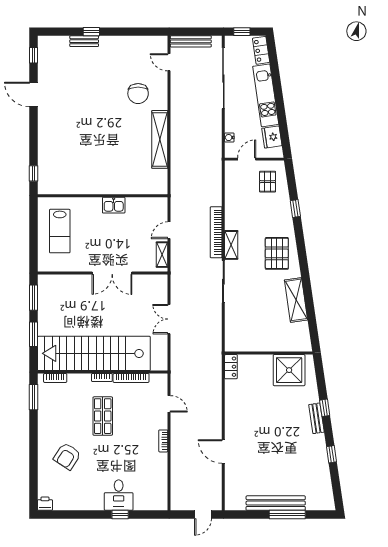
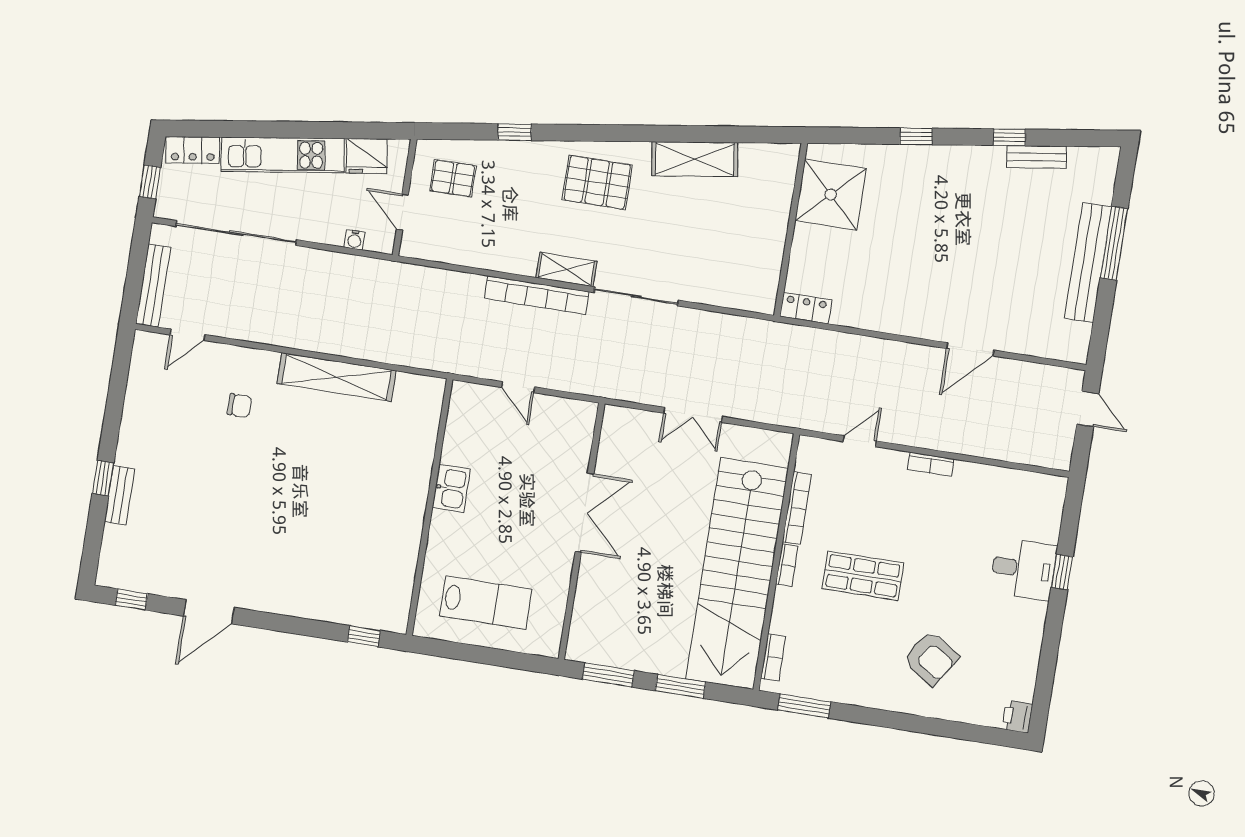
chair: (138, 94) -> (239, 406), width x0.54, depth x0.54
shelving: (162, 255) -> (564, 409), removed
bench: (316, 418) -> (1037, 157), moved

